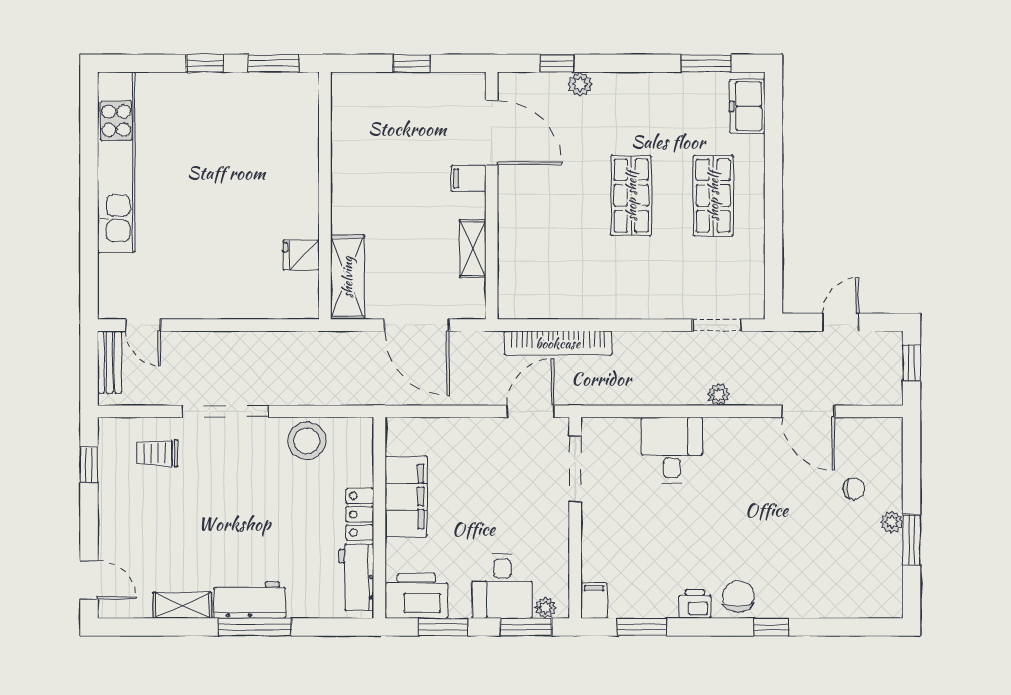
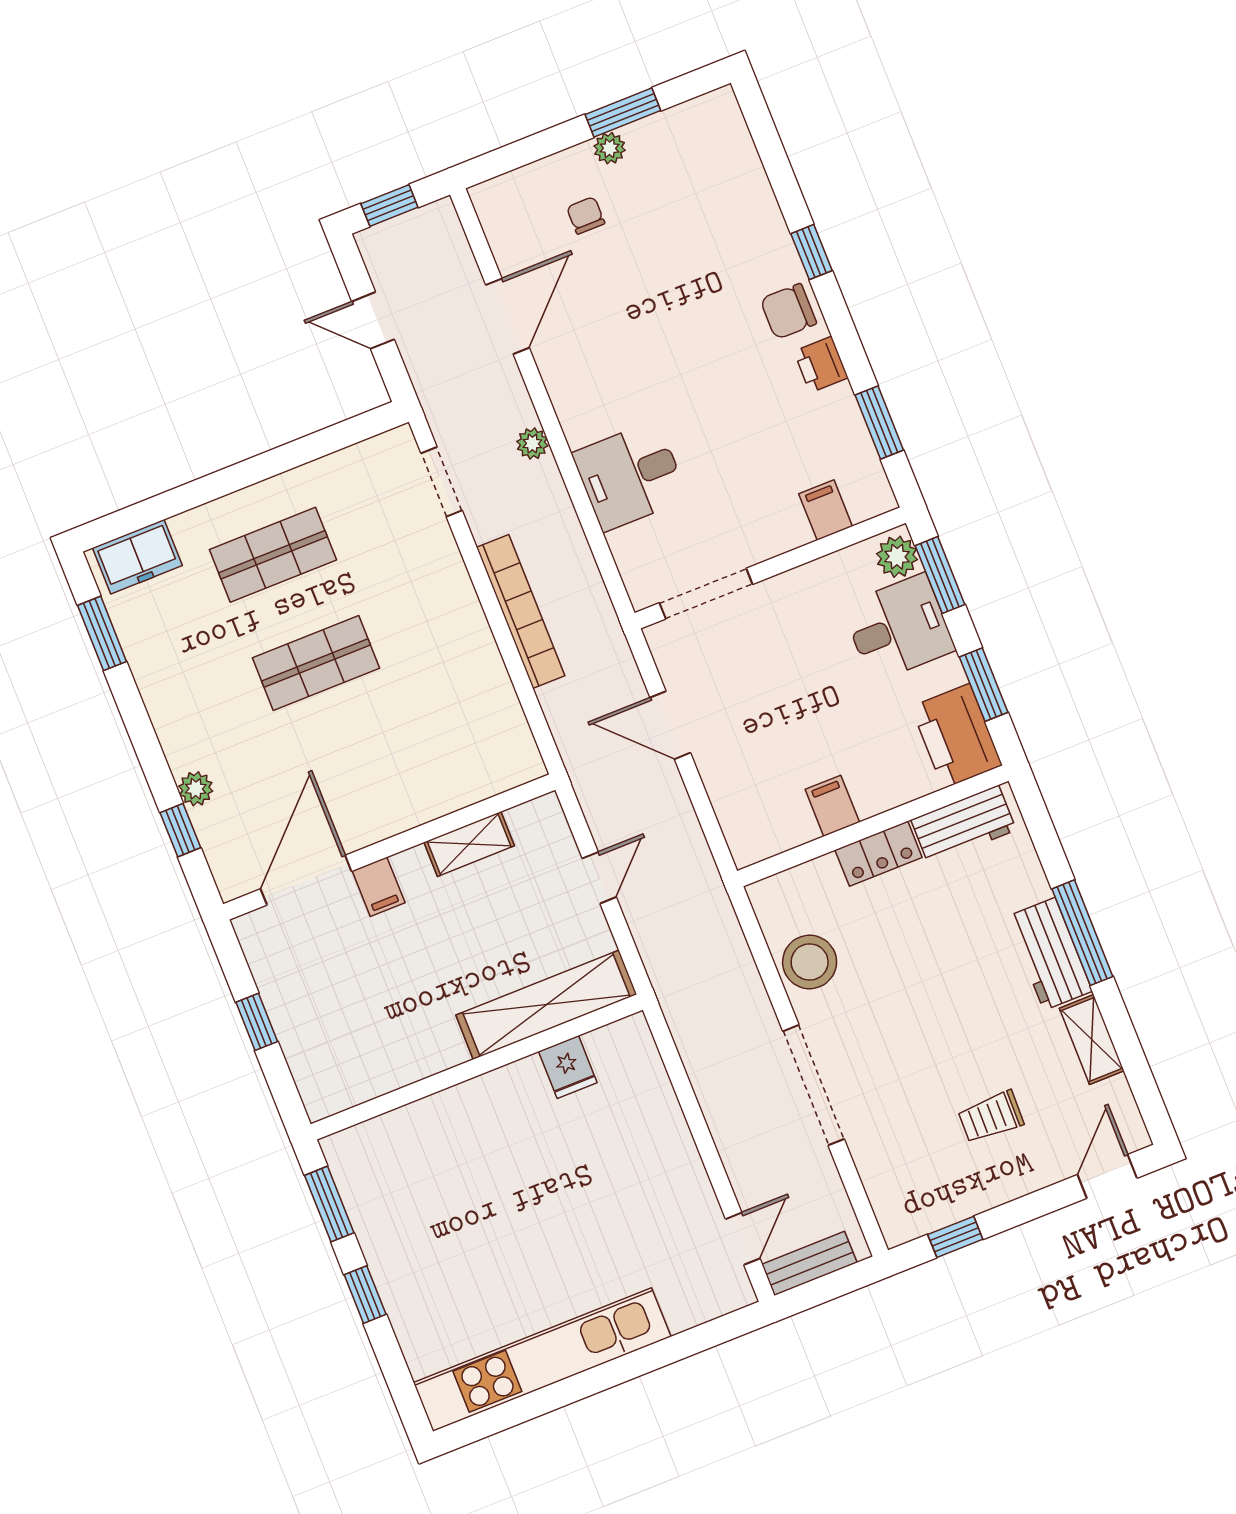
shelving: (347, 277) -> (546, 1005), width x1.47
door: (417, 325) -> (599, 878), width x0.53
bookcase: (558, 343) -> (521, 612), moved
door: (530, 411) -> (670, 725), moved
trolley: (158, 453) -> (991, 1117), moved, turned 91
filing cabinet: (406, 496) -> (832, 806), width x0.33, depth x0.86
filing cabinet: (594, 601) -> (826, 510), moved, turned 90
plant: (545, 608) -> (897, 557), width x1.38, depth x1.38

